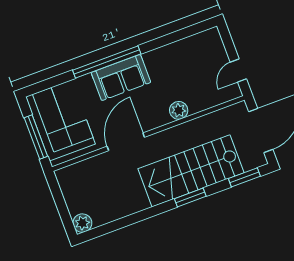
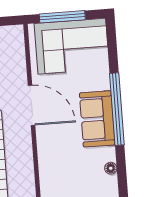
floor lamp: (163, 52) -> (111, 168), added
plant: (179, 110) -> (48, 167), removed

